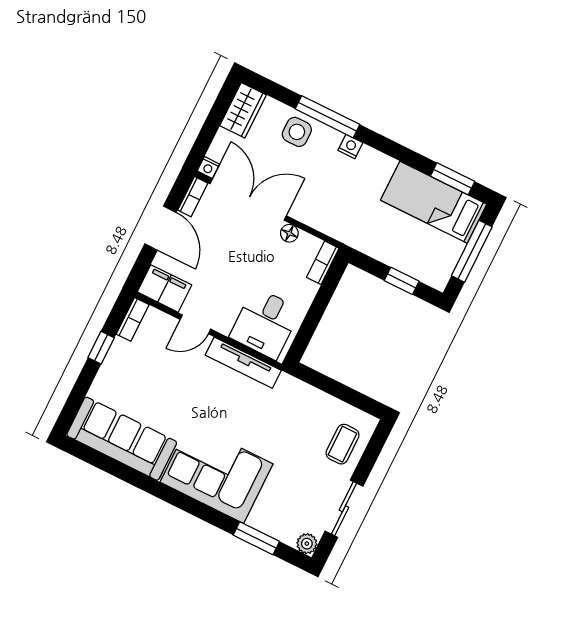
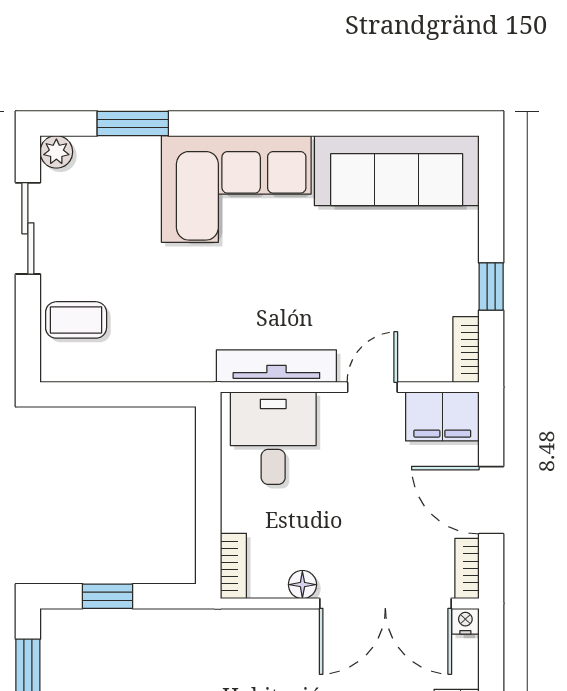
coffee table: (343, 444) -> (76, 320), turned 90

